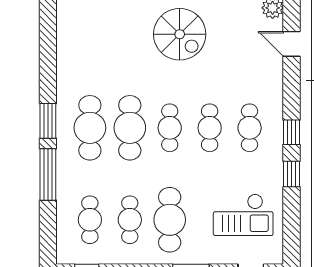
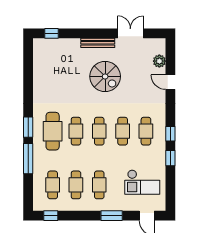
cafe table: (130, 128) -> (76, 131), width x0.73, depth x0.74
cafe table: (170, 220) -> (99, 185), width x0.73, depth x0.74

